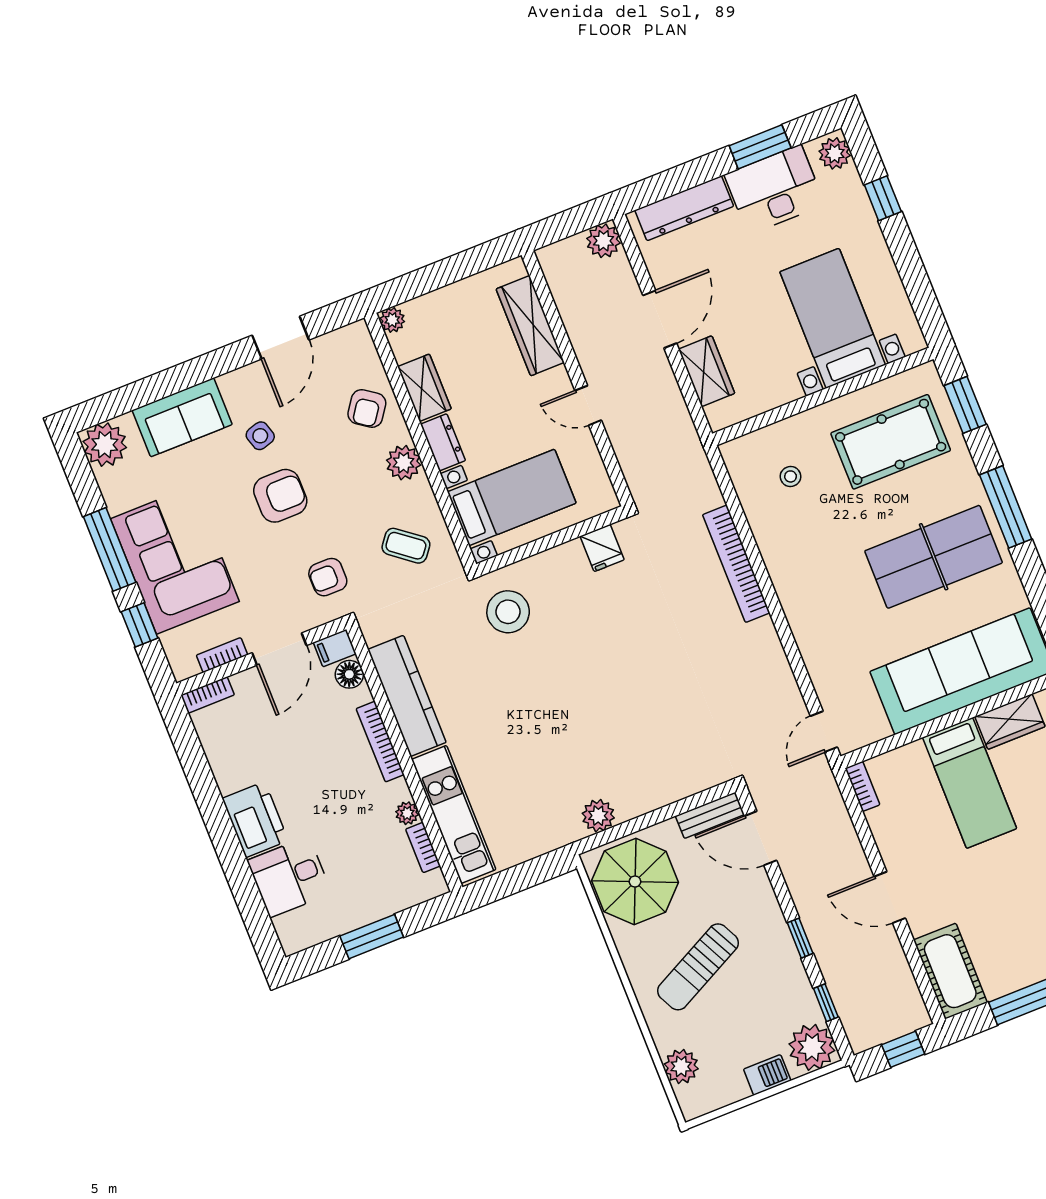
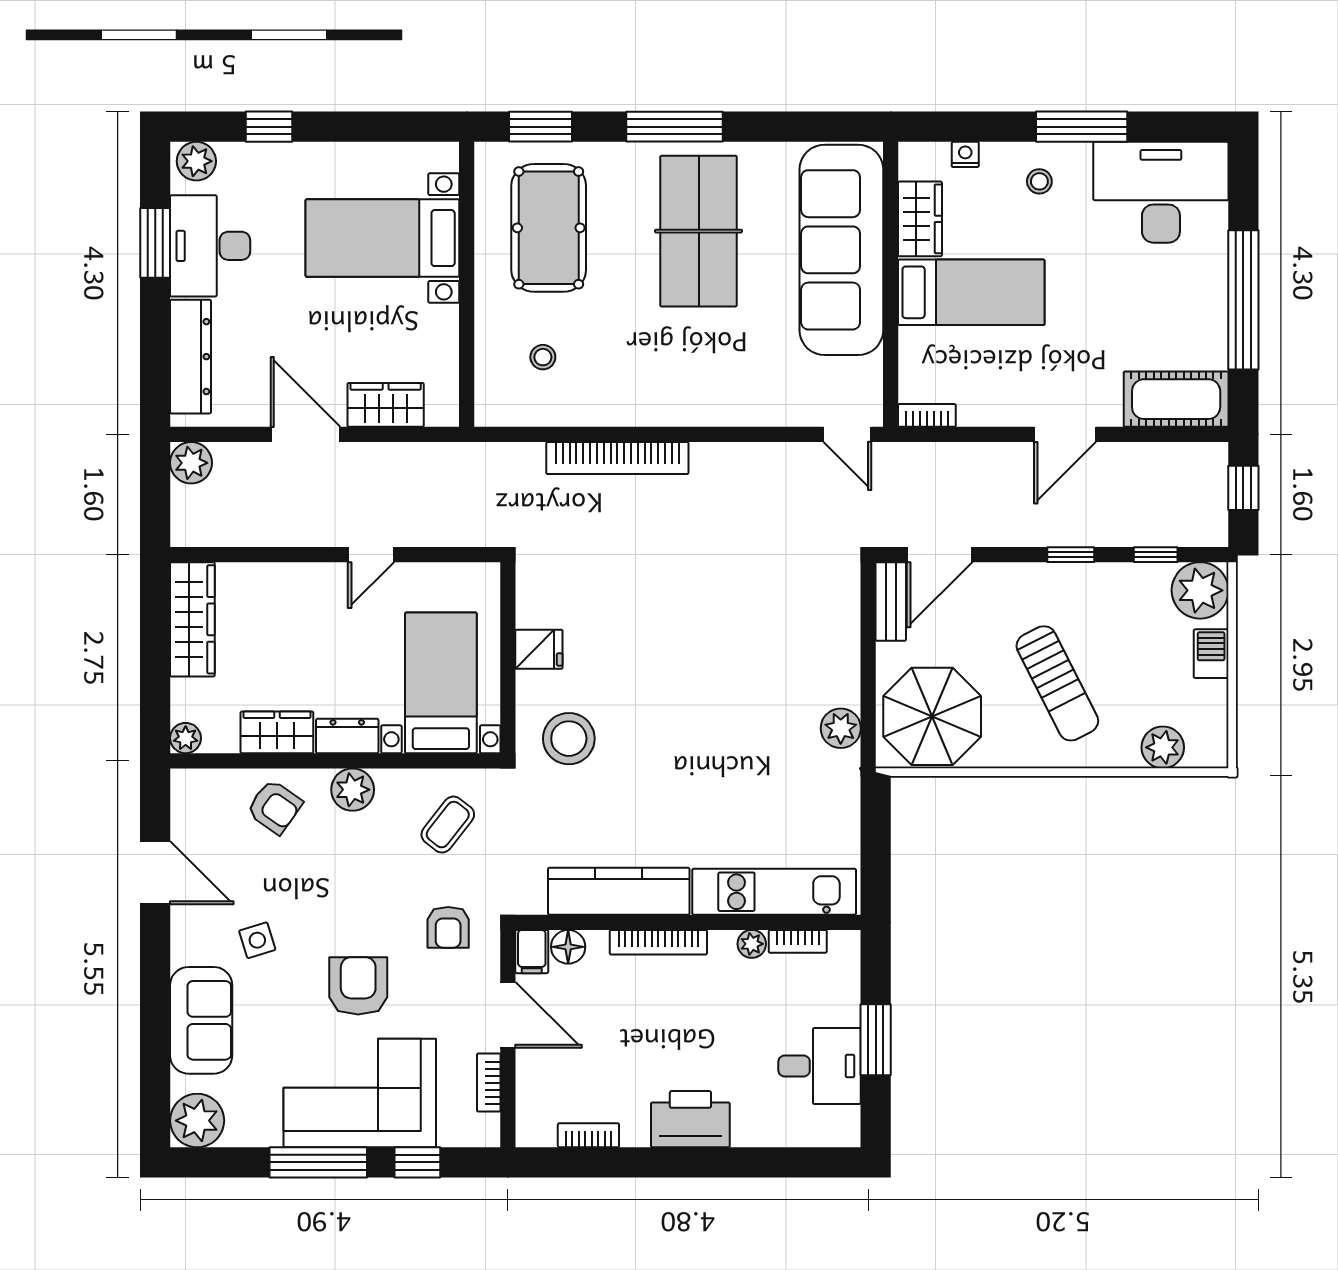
wardrobe: (530, 326) -> (192, 619), moved, turned -90
armchair: (280, 496) -> (358, 986), moved
fridge: (602, 548) -> (539, 649), moved
bookcase: (208, 695) -> (588, 1135), moved, turned -90
desk: (289, 877) -> (820, 1066), moved, turned -90

